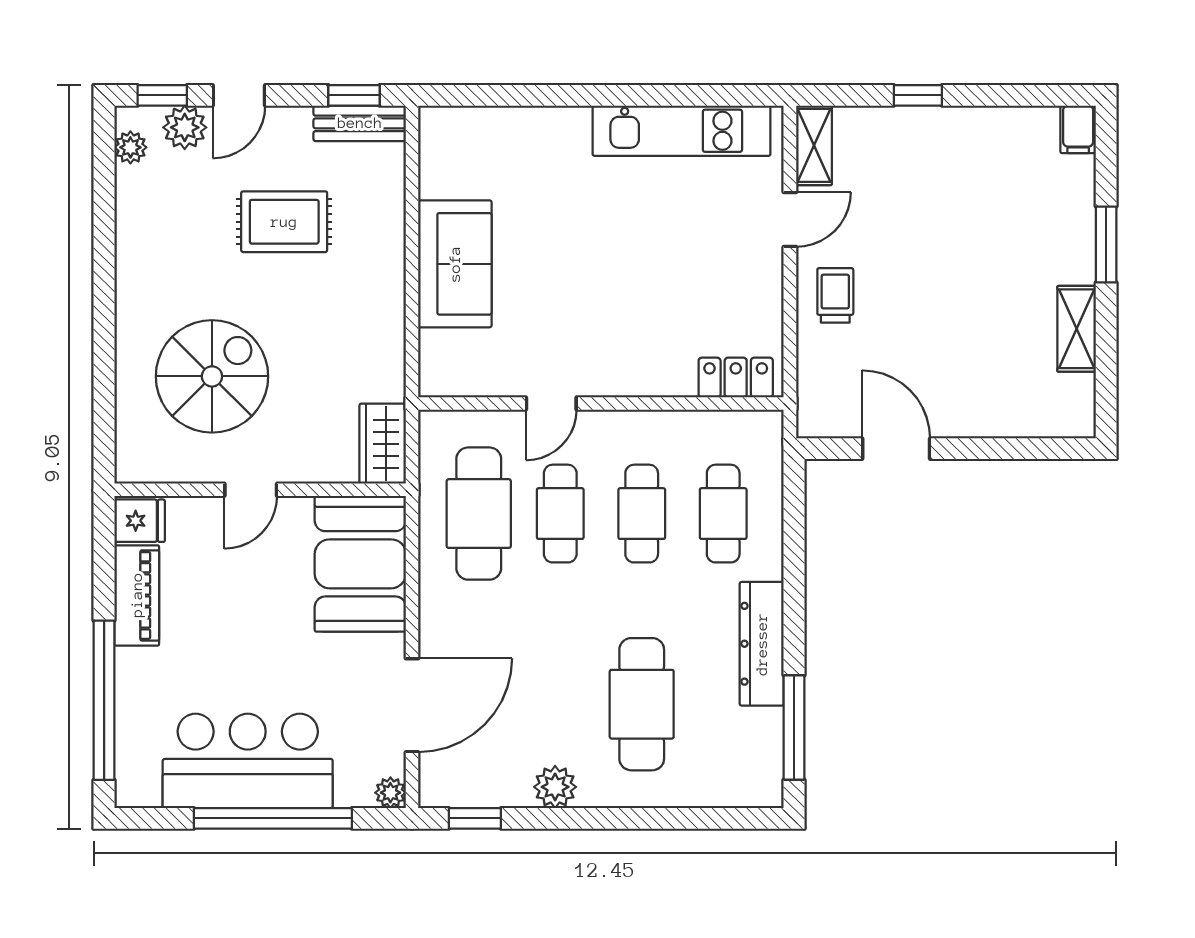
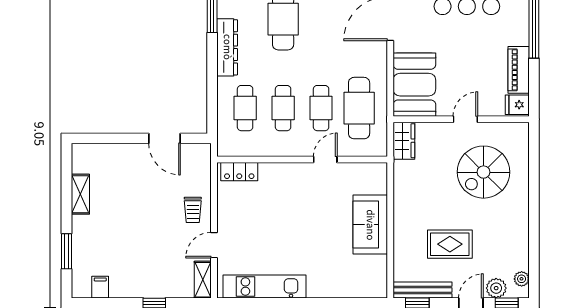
bench: (360, 123) -> (422, 290), width x1.36
filing cabinet: (1078, 129) -> (100, 287), moved
window: (1106, 244) -> (66, 251), moved

